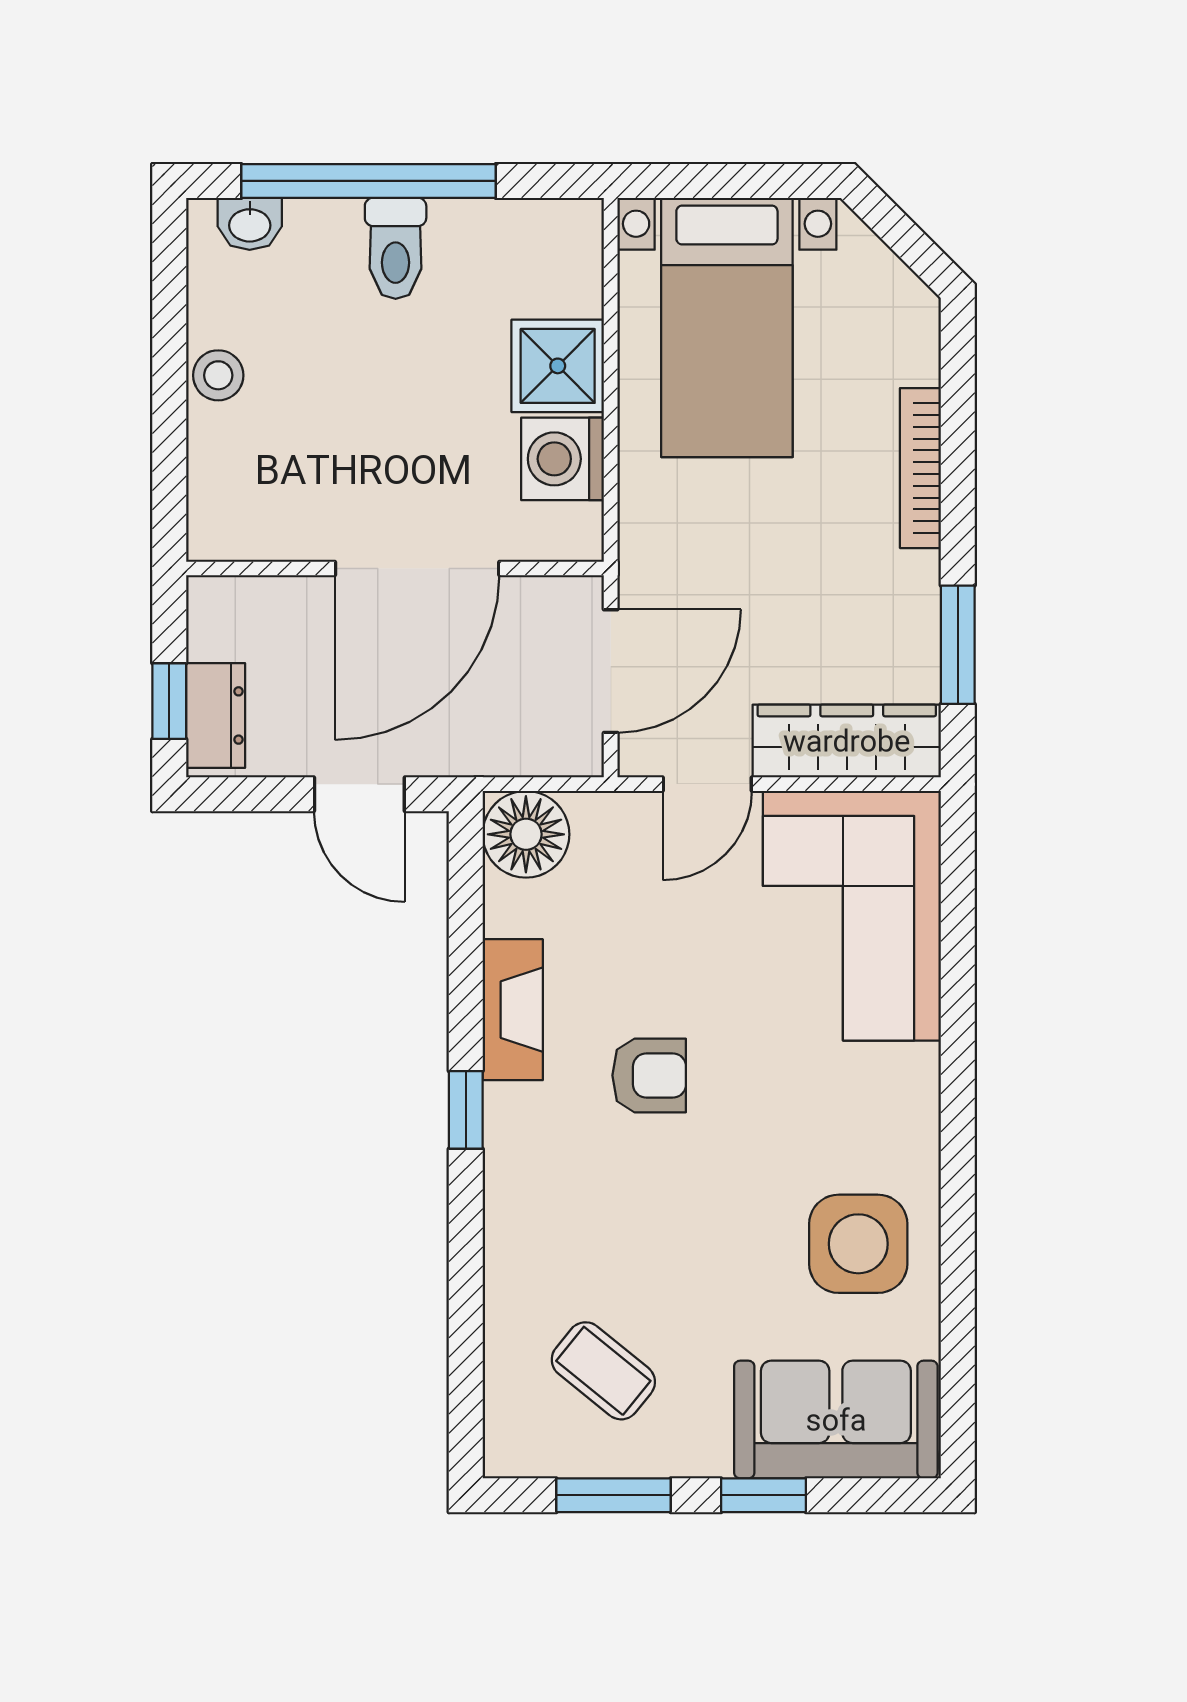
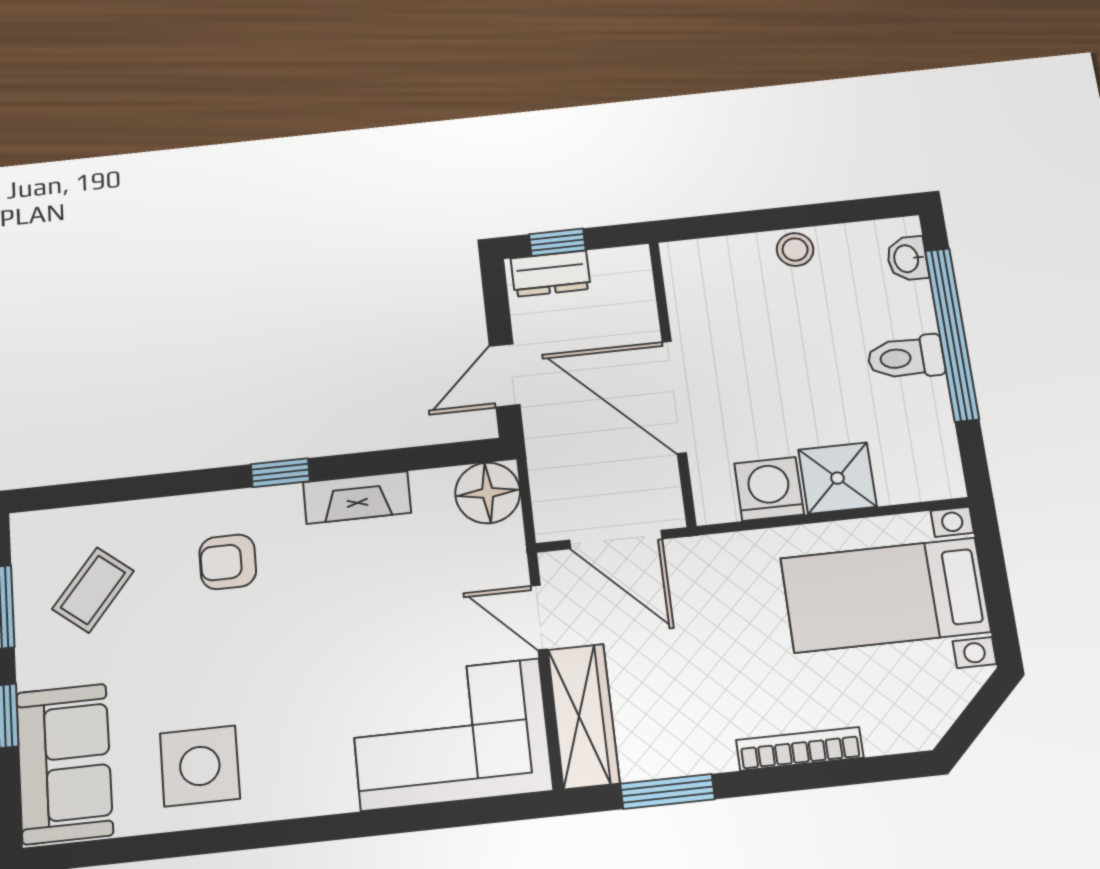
armchair: (649, 1075) -> (228, 562), moved, turned 90

